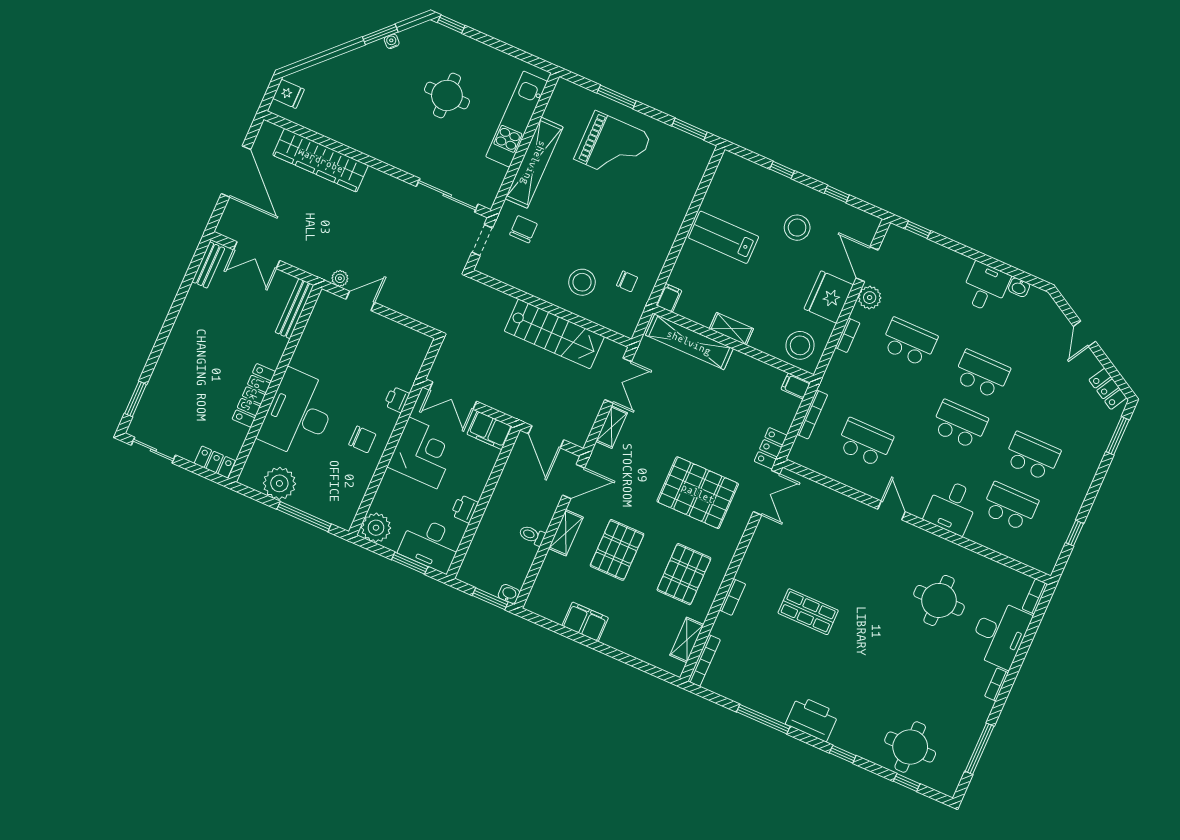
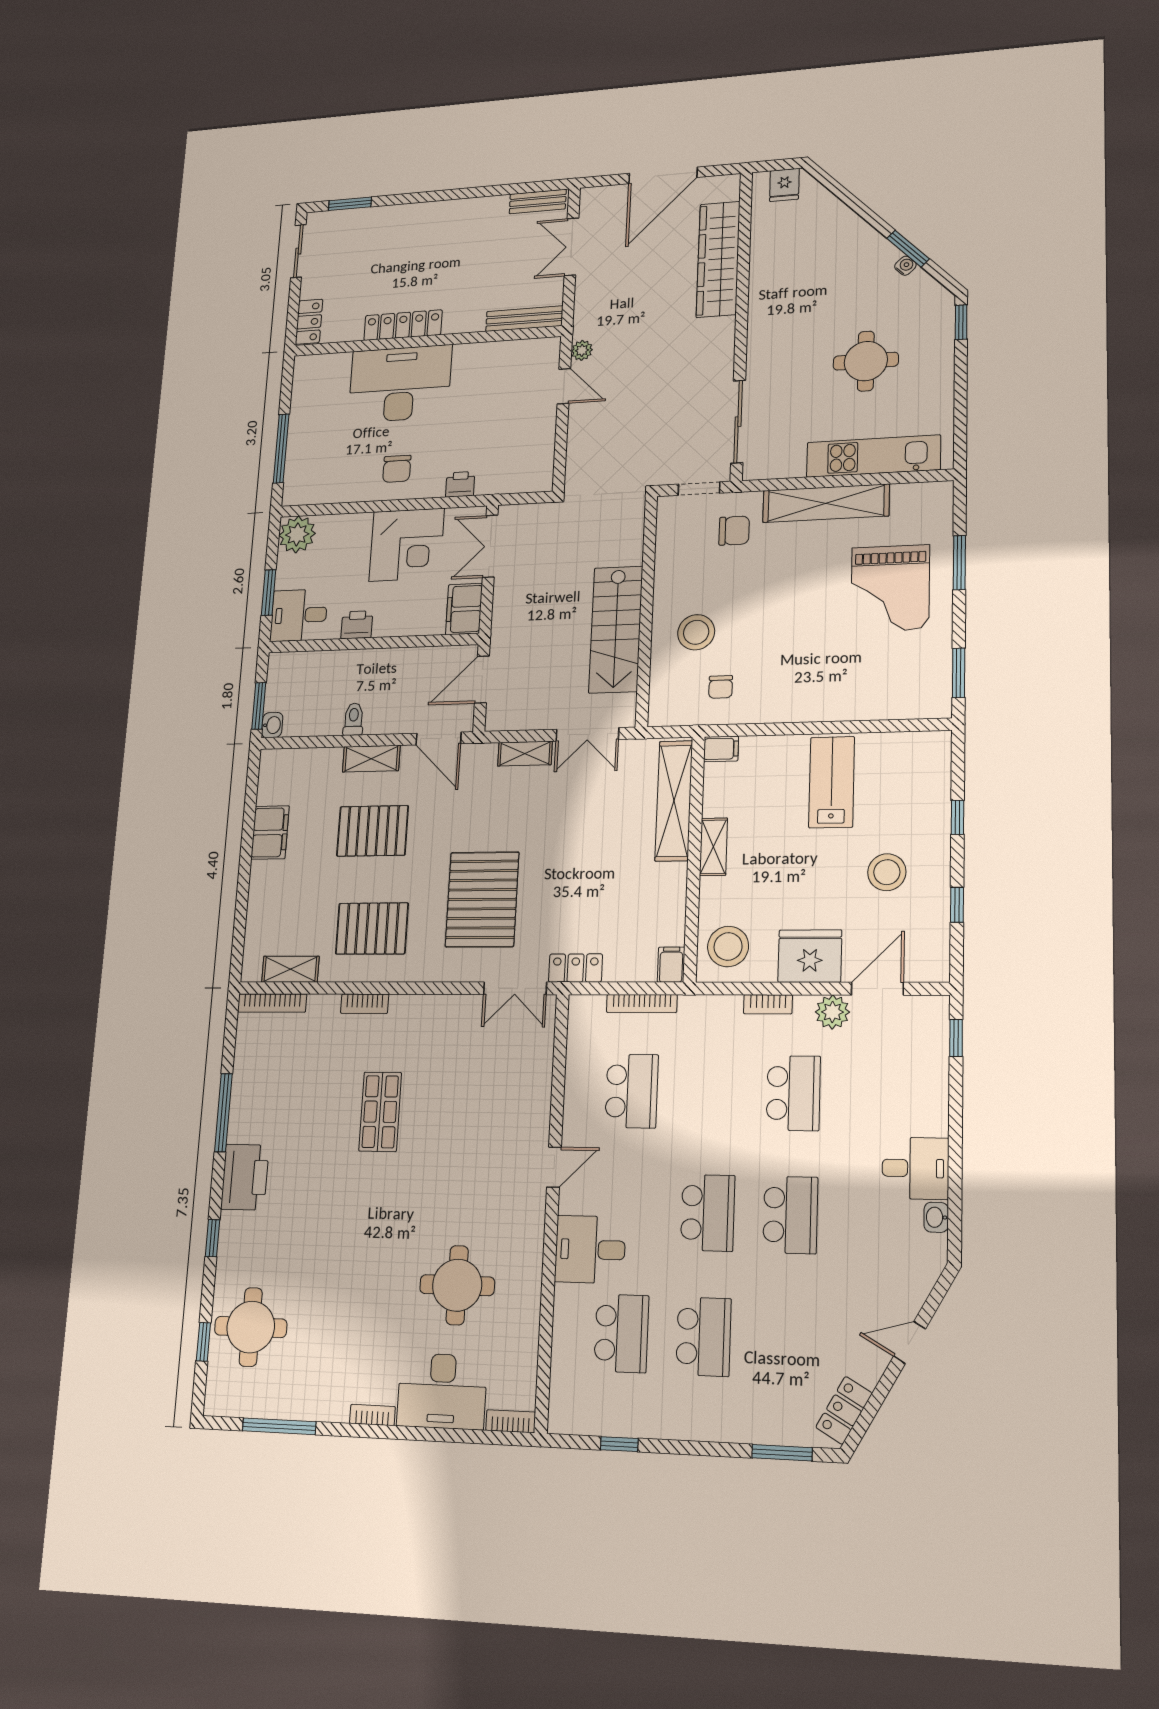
plant: (279, 483) -> (310, 403), removed
desk: (430, 544) -> (299, 615), width x0.73

